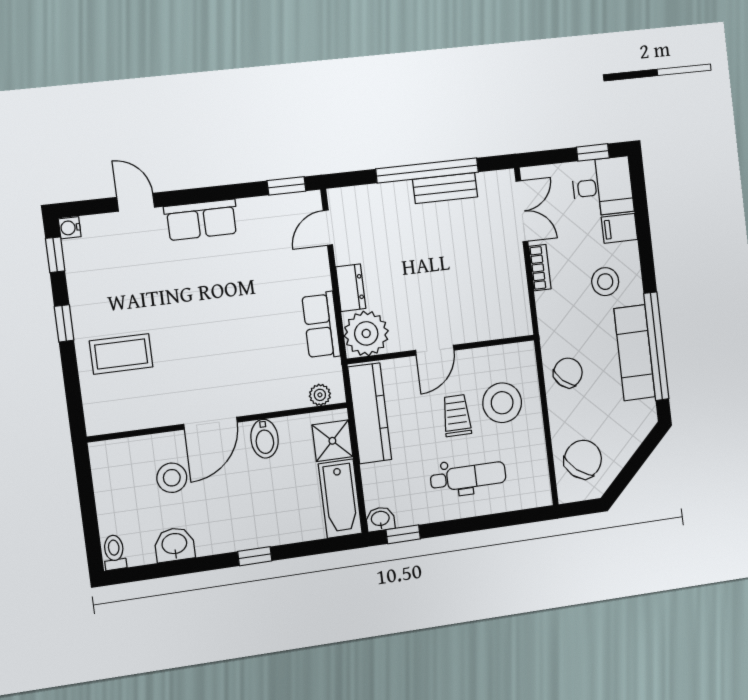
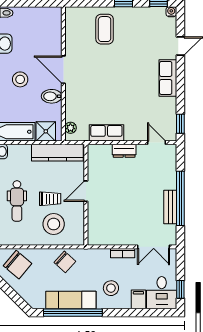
plant: (366, 333) -> (99, 156), removed
door: (435, 350) -> (86, 191), hinge flipped
stool: (172, 478) -> (20, 79), moved

